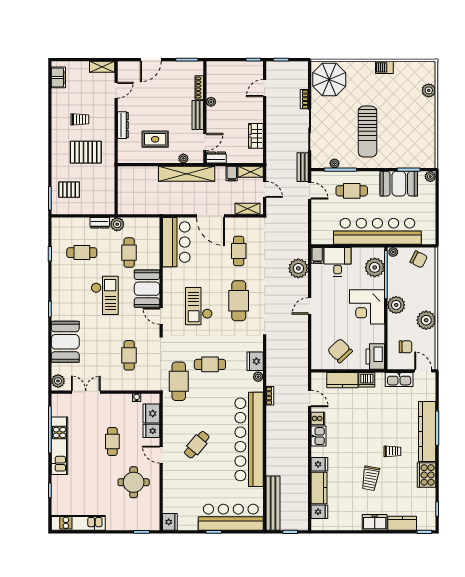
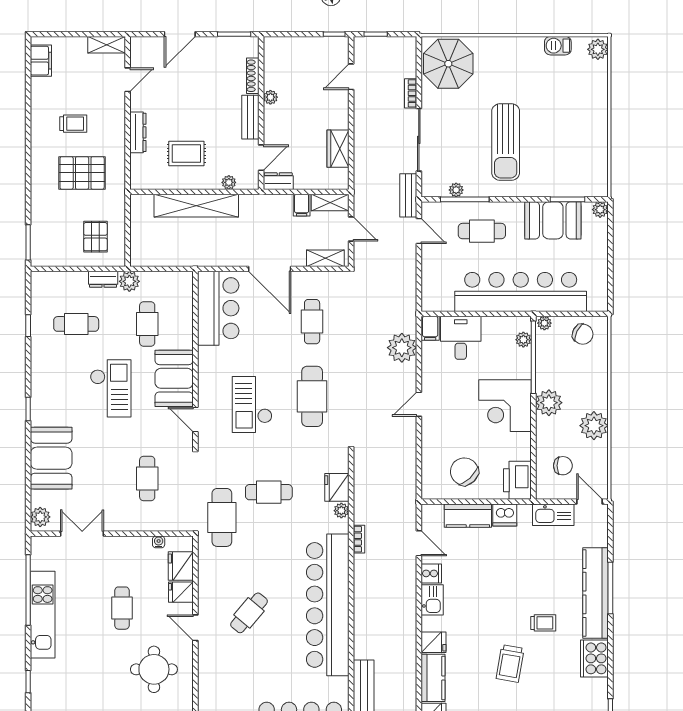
barbecue: (384, 67) -> (558, 46), moved
plant: (429, 90) -> (598, 49), moved
shelving: (187, 174) -> (196, 206), moved
pallet: (69, 190) -> (95, 237), moved, turned 90
plant: (375, 267) -> (523, 340), width x0.53, depth x0.53

